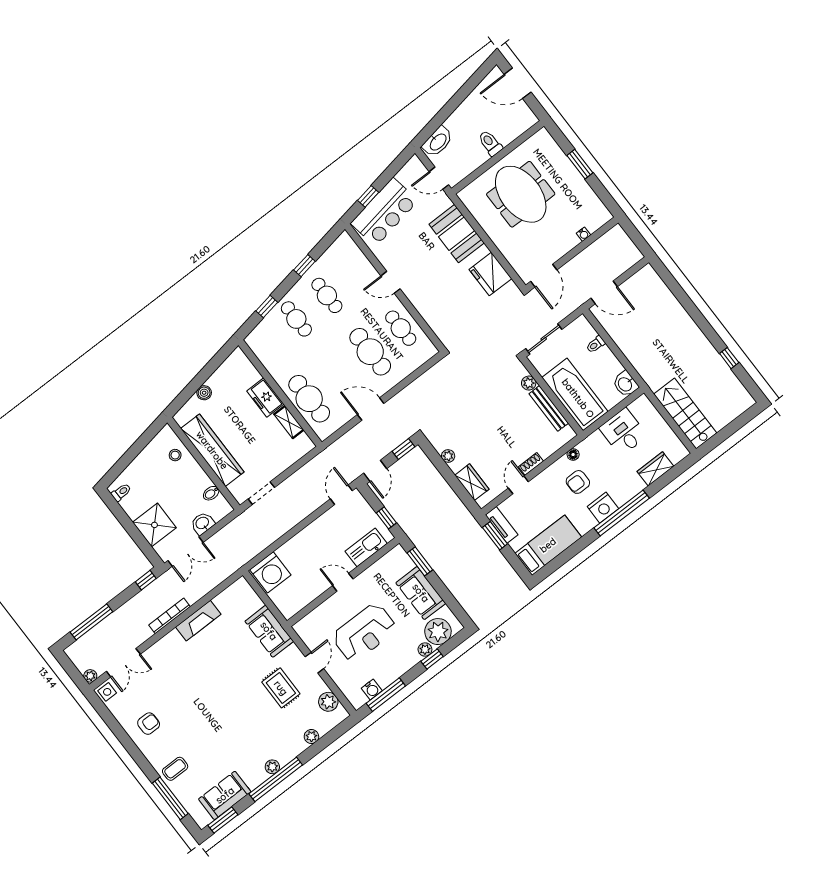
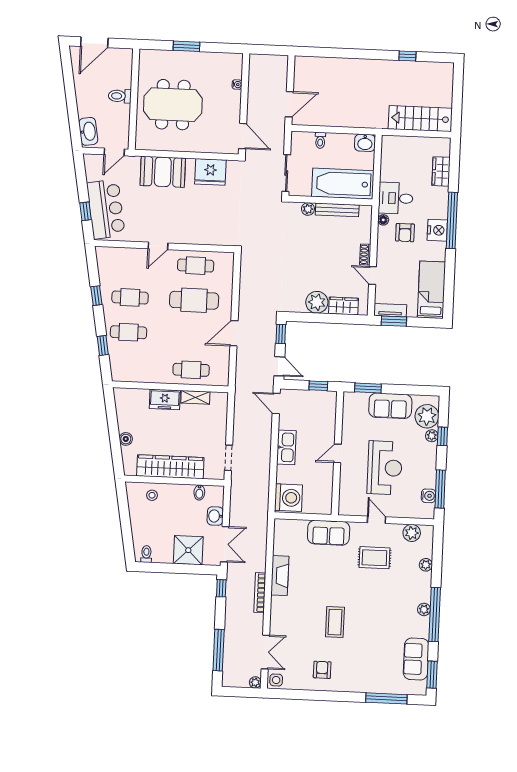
cafe table: (309, 399) -> (191, 370), width x0.73, depth x0.74
desk: (623, 432) -> (396, 198), moved
plant: (448, 456) -> (317, 302), width x1.88, depth x1.88
kitchen sink: (366, 547) -> (286, 447), moved, turned 180
coffee table: (175, 769) -> (335, 622), moved, width x1.36, depth x1.30

